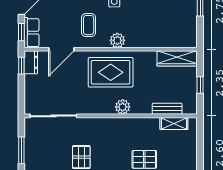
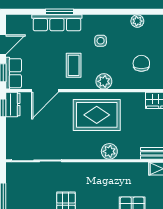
chair: (153, 23) -> (141, 63), added

